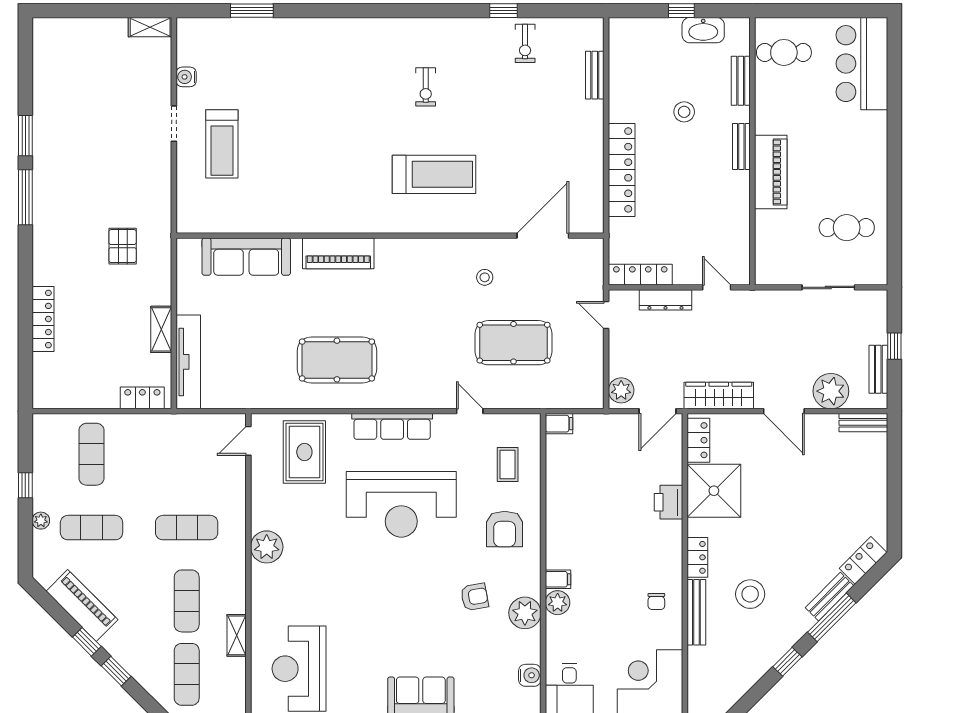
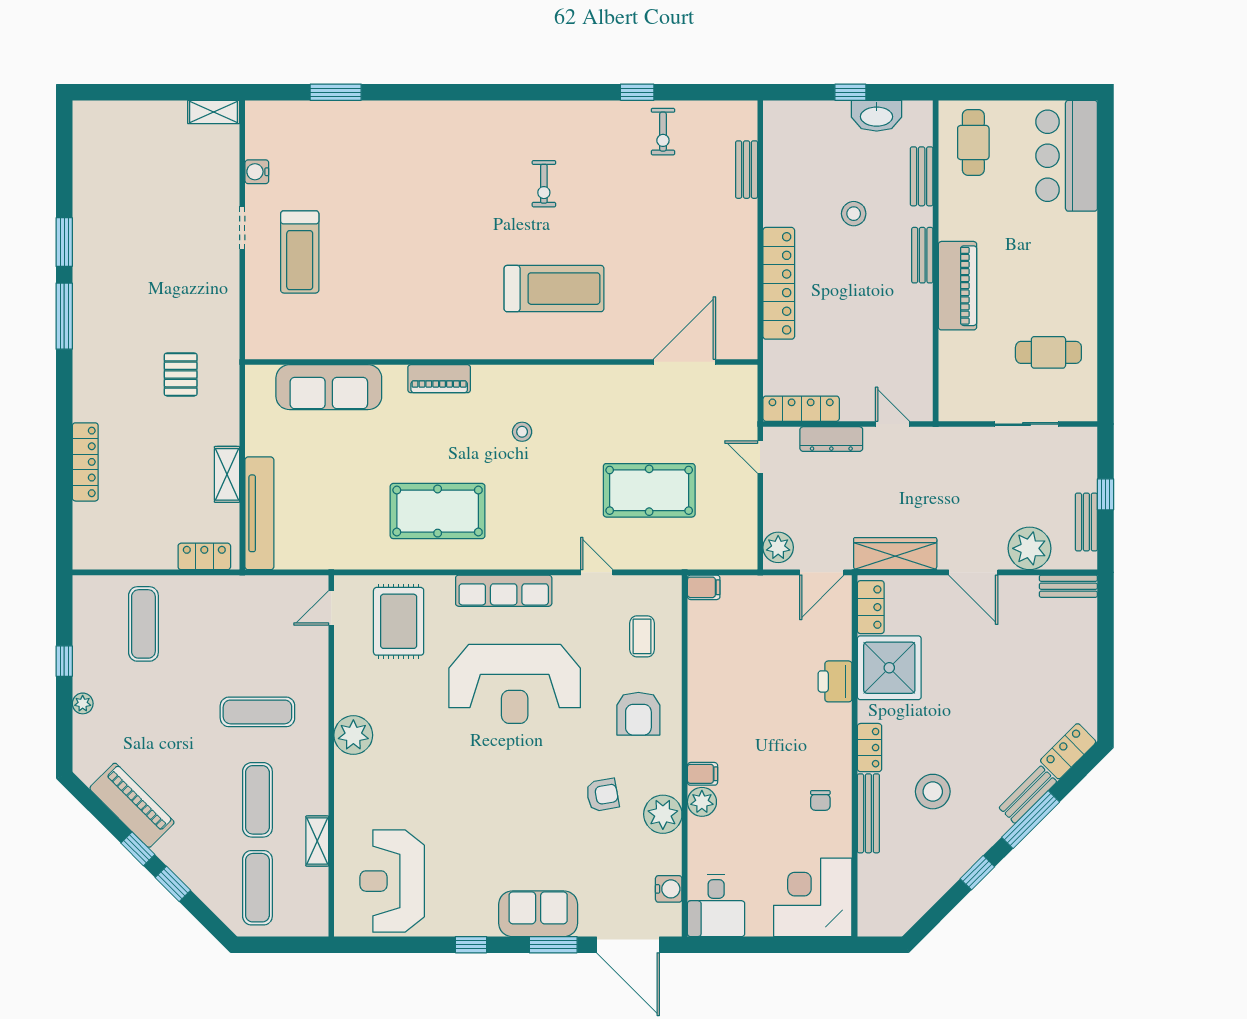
cafe table: (784, 52) -> (973, 142), turned 90
piano: (338, 253) -> (439, 379), width x0.73, depth x0.75
stool: (485, 277) -> (522, 432), moved
exercise mat: (92, 528) -> (143, 712), removed

